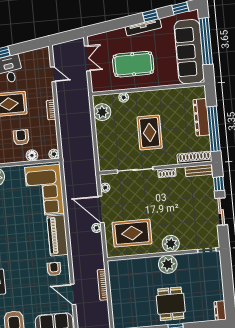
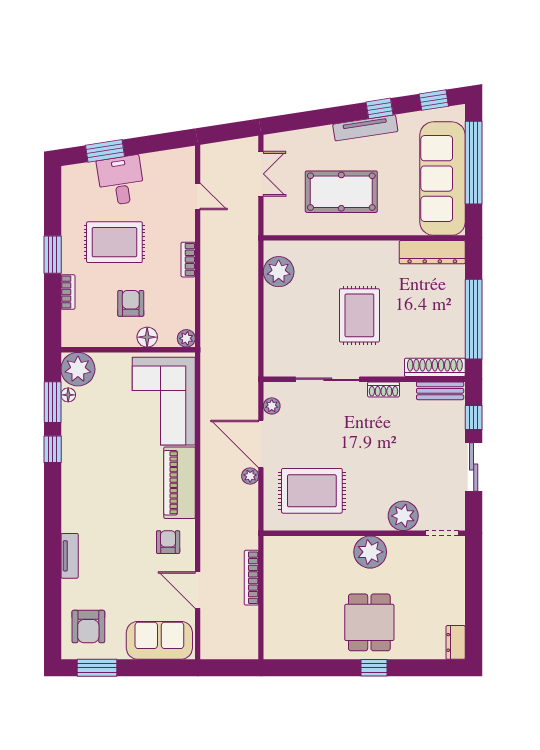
plant: (124, 97) -> (319, 249), removed
dresser: (201, 117) -> (432, 252), moved, turned -90
plant: (171, 244) -> (403, 516), moved

